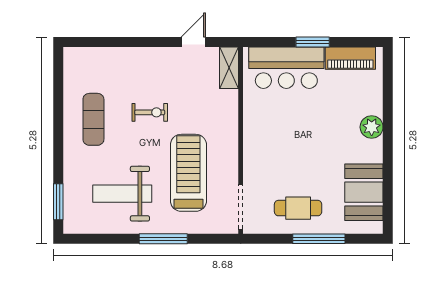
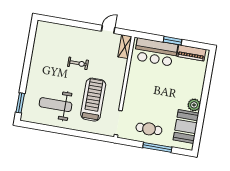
exercise mat: (93, 119) -> (47, 62), removed
plant: (372, 127) -> (194, 105), moved
window: (163, 239) -> (73, 133), removed

